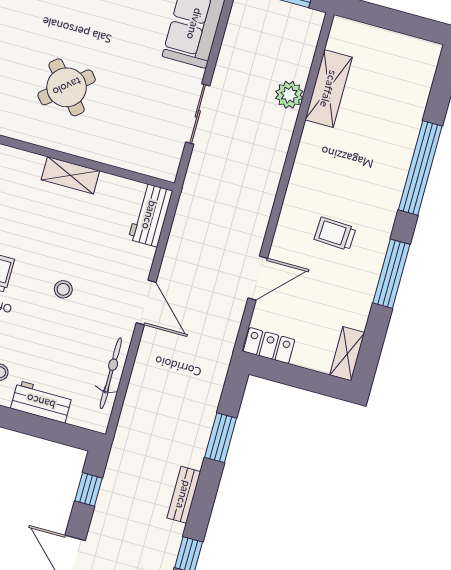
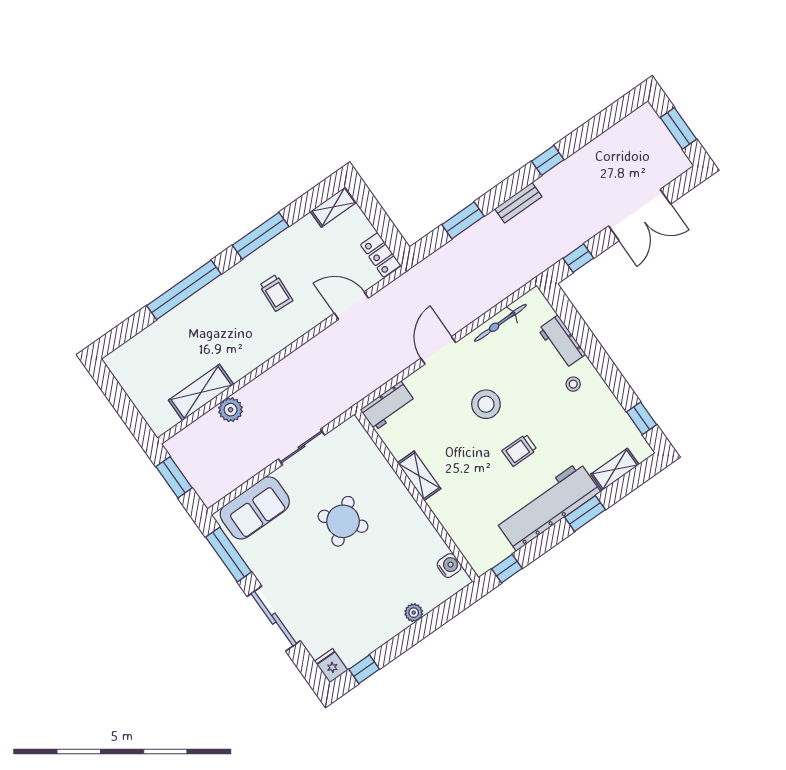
round table: (67, 87) -> (343, 521), moved
stool: (63, 289) -> (486, 404), width x1.89, depth x1.89

